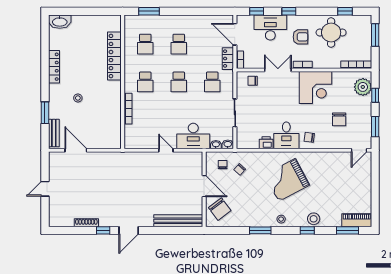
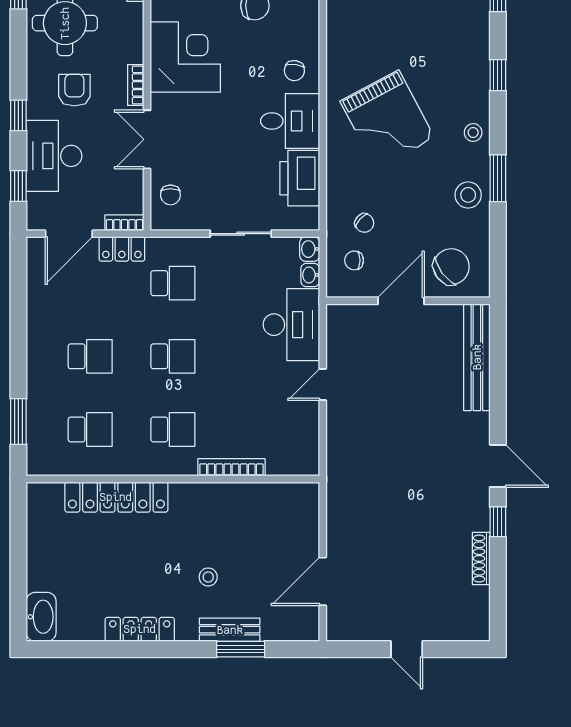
bench: (54, 133) -> (230, 630), moved
printer: (266, 143) -> (300, 178), width x1.87, depth x1.48
stool: (314, 219) -> (468, 195), moved

